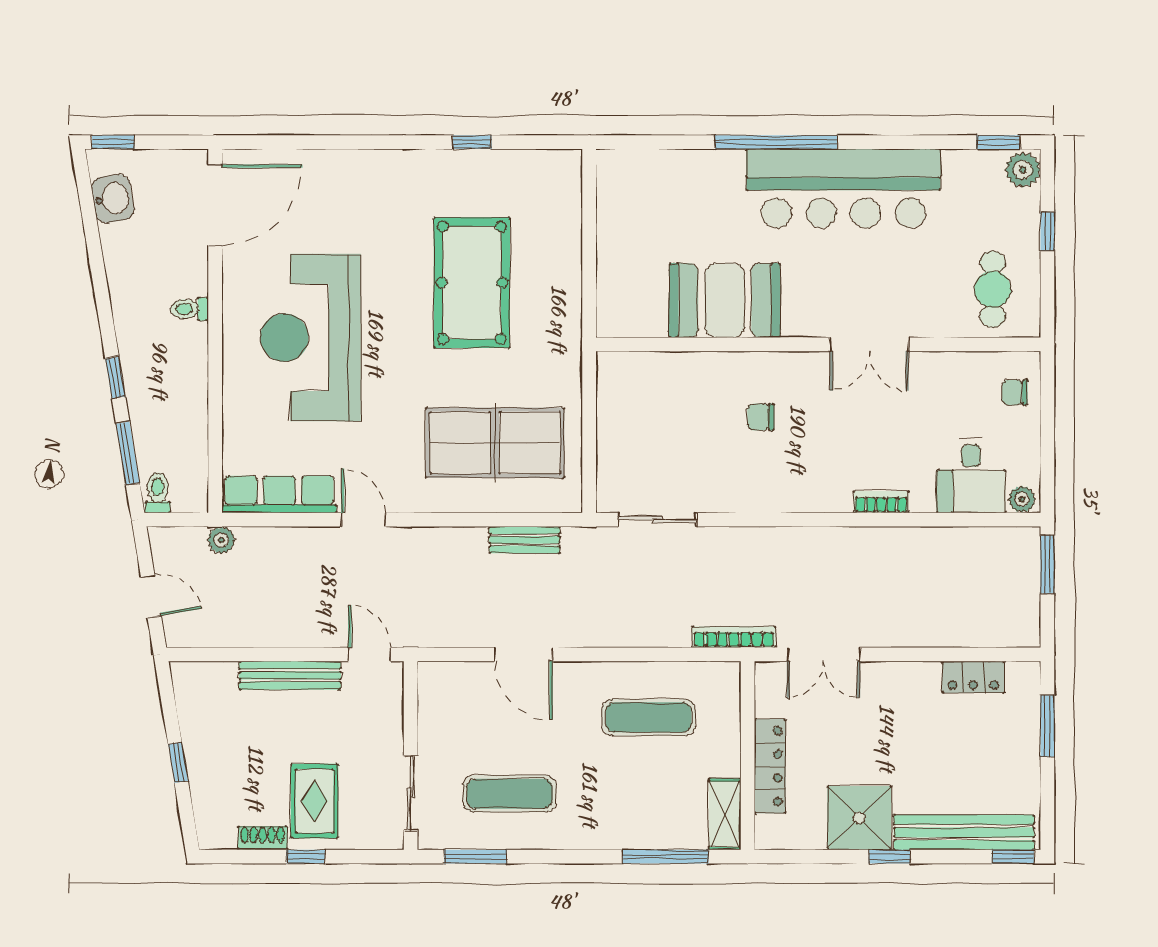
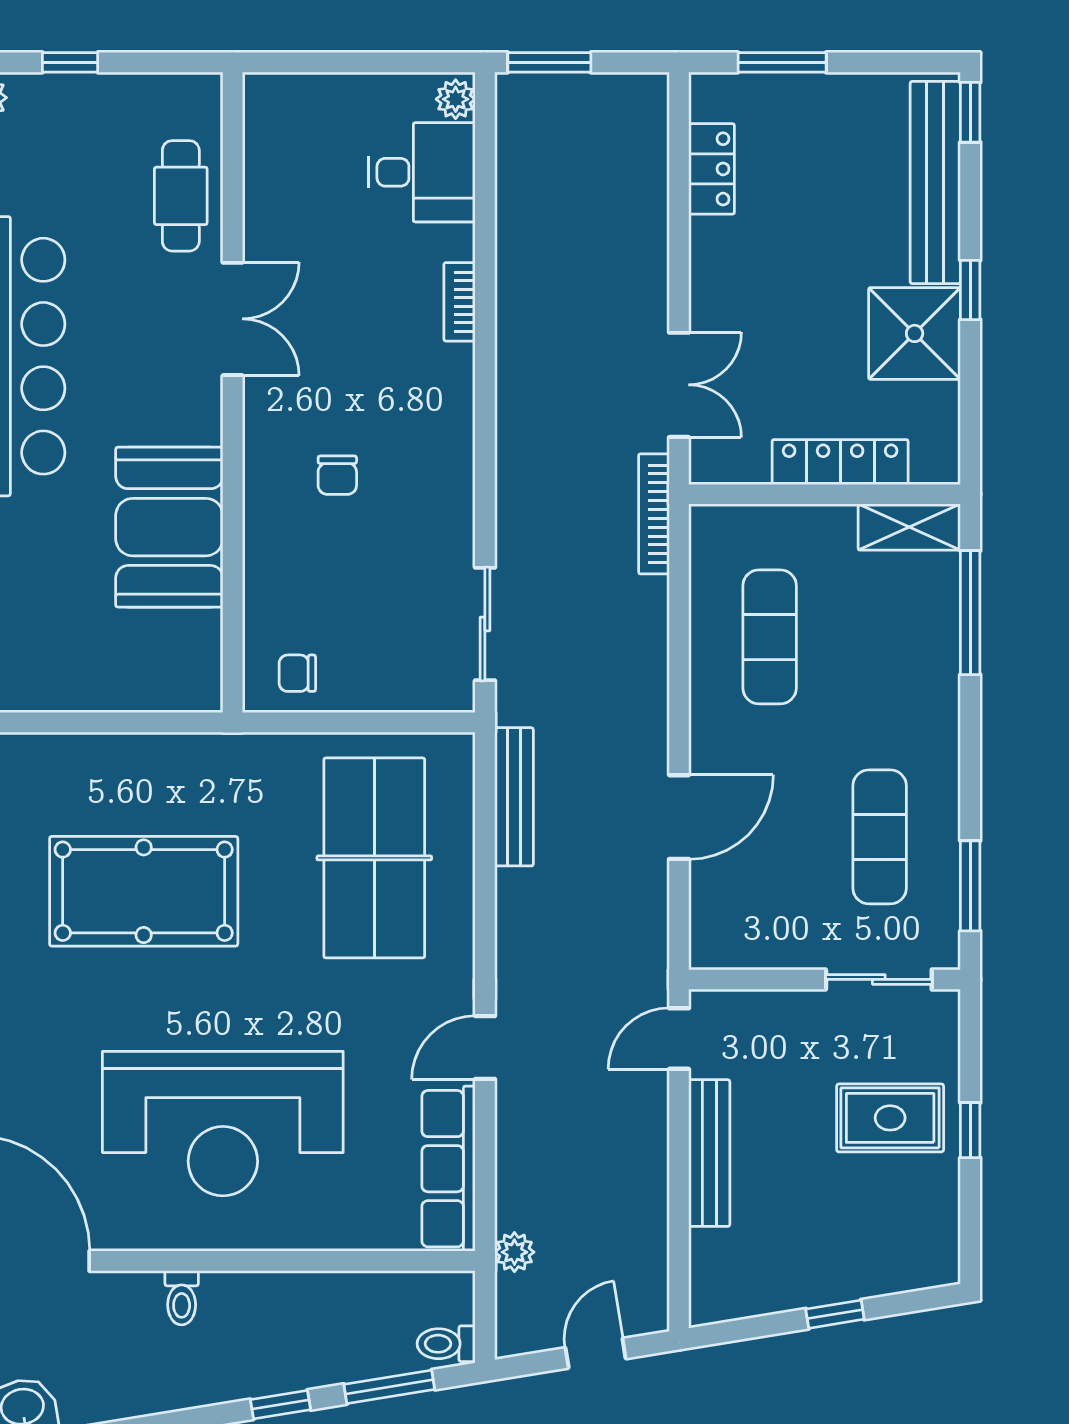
cafe table: (993, 289) -> (181, 196), moved, turned 90
chair: (1015, 392) -> (297, 673), moved, turned 90
bench: (525, 540) -> (514, 797), width x1.36
shoe rack: (263, 838) -> (943, 1193), removed

